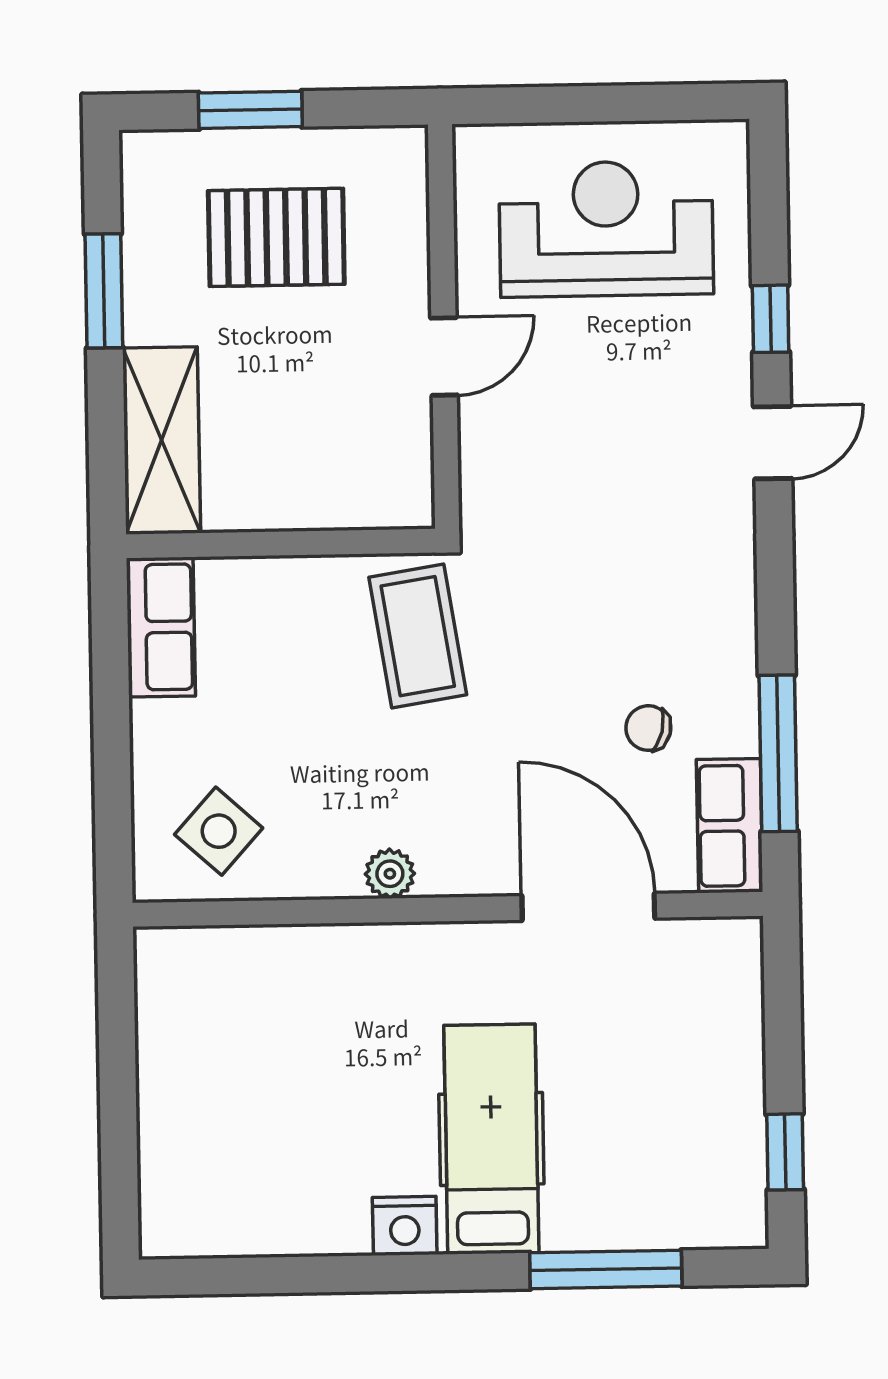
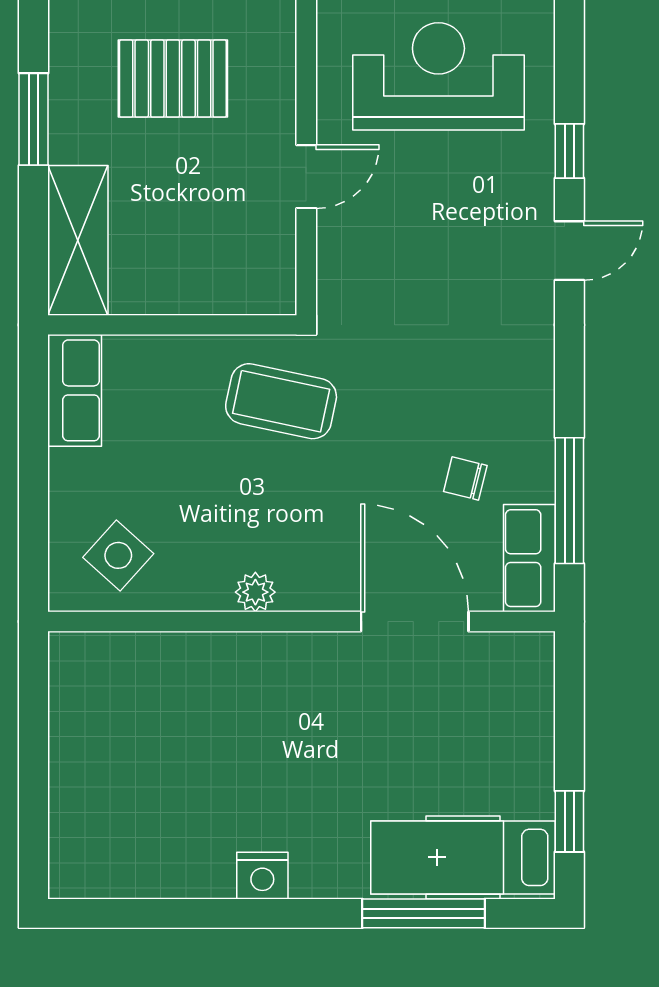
coffee table: (418, 636) -> (281, 401), turned -69
hospital bed: (491, 1139) -> (463, 857), moved, turned -90

